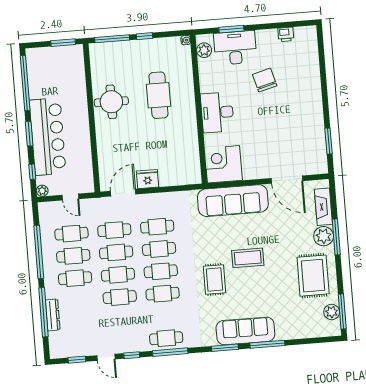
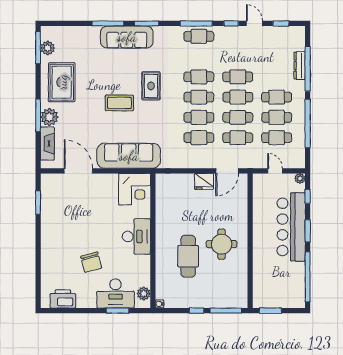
printer: (286, 34) -> (63, 299), width x1.87, depth x1.48
round table: (111, 102) -> (222, 244), moved

